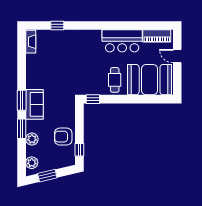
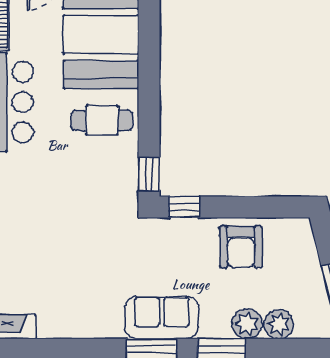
window: (79, 150) -> (184, 207), moved
plant: (32, 163) -> (279, 324), moved

